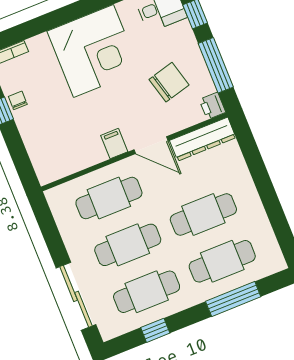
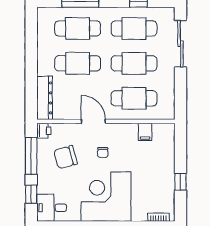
chair: (18, 100) -> (103, 152), moved
dresser: (203, 139) -> (45, 98), moved, turned 90
filing cabinet: (114, 144) -> (145, 132), moved

